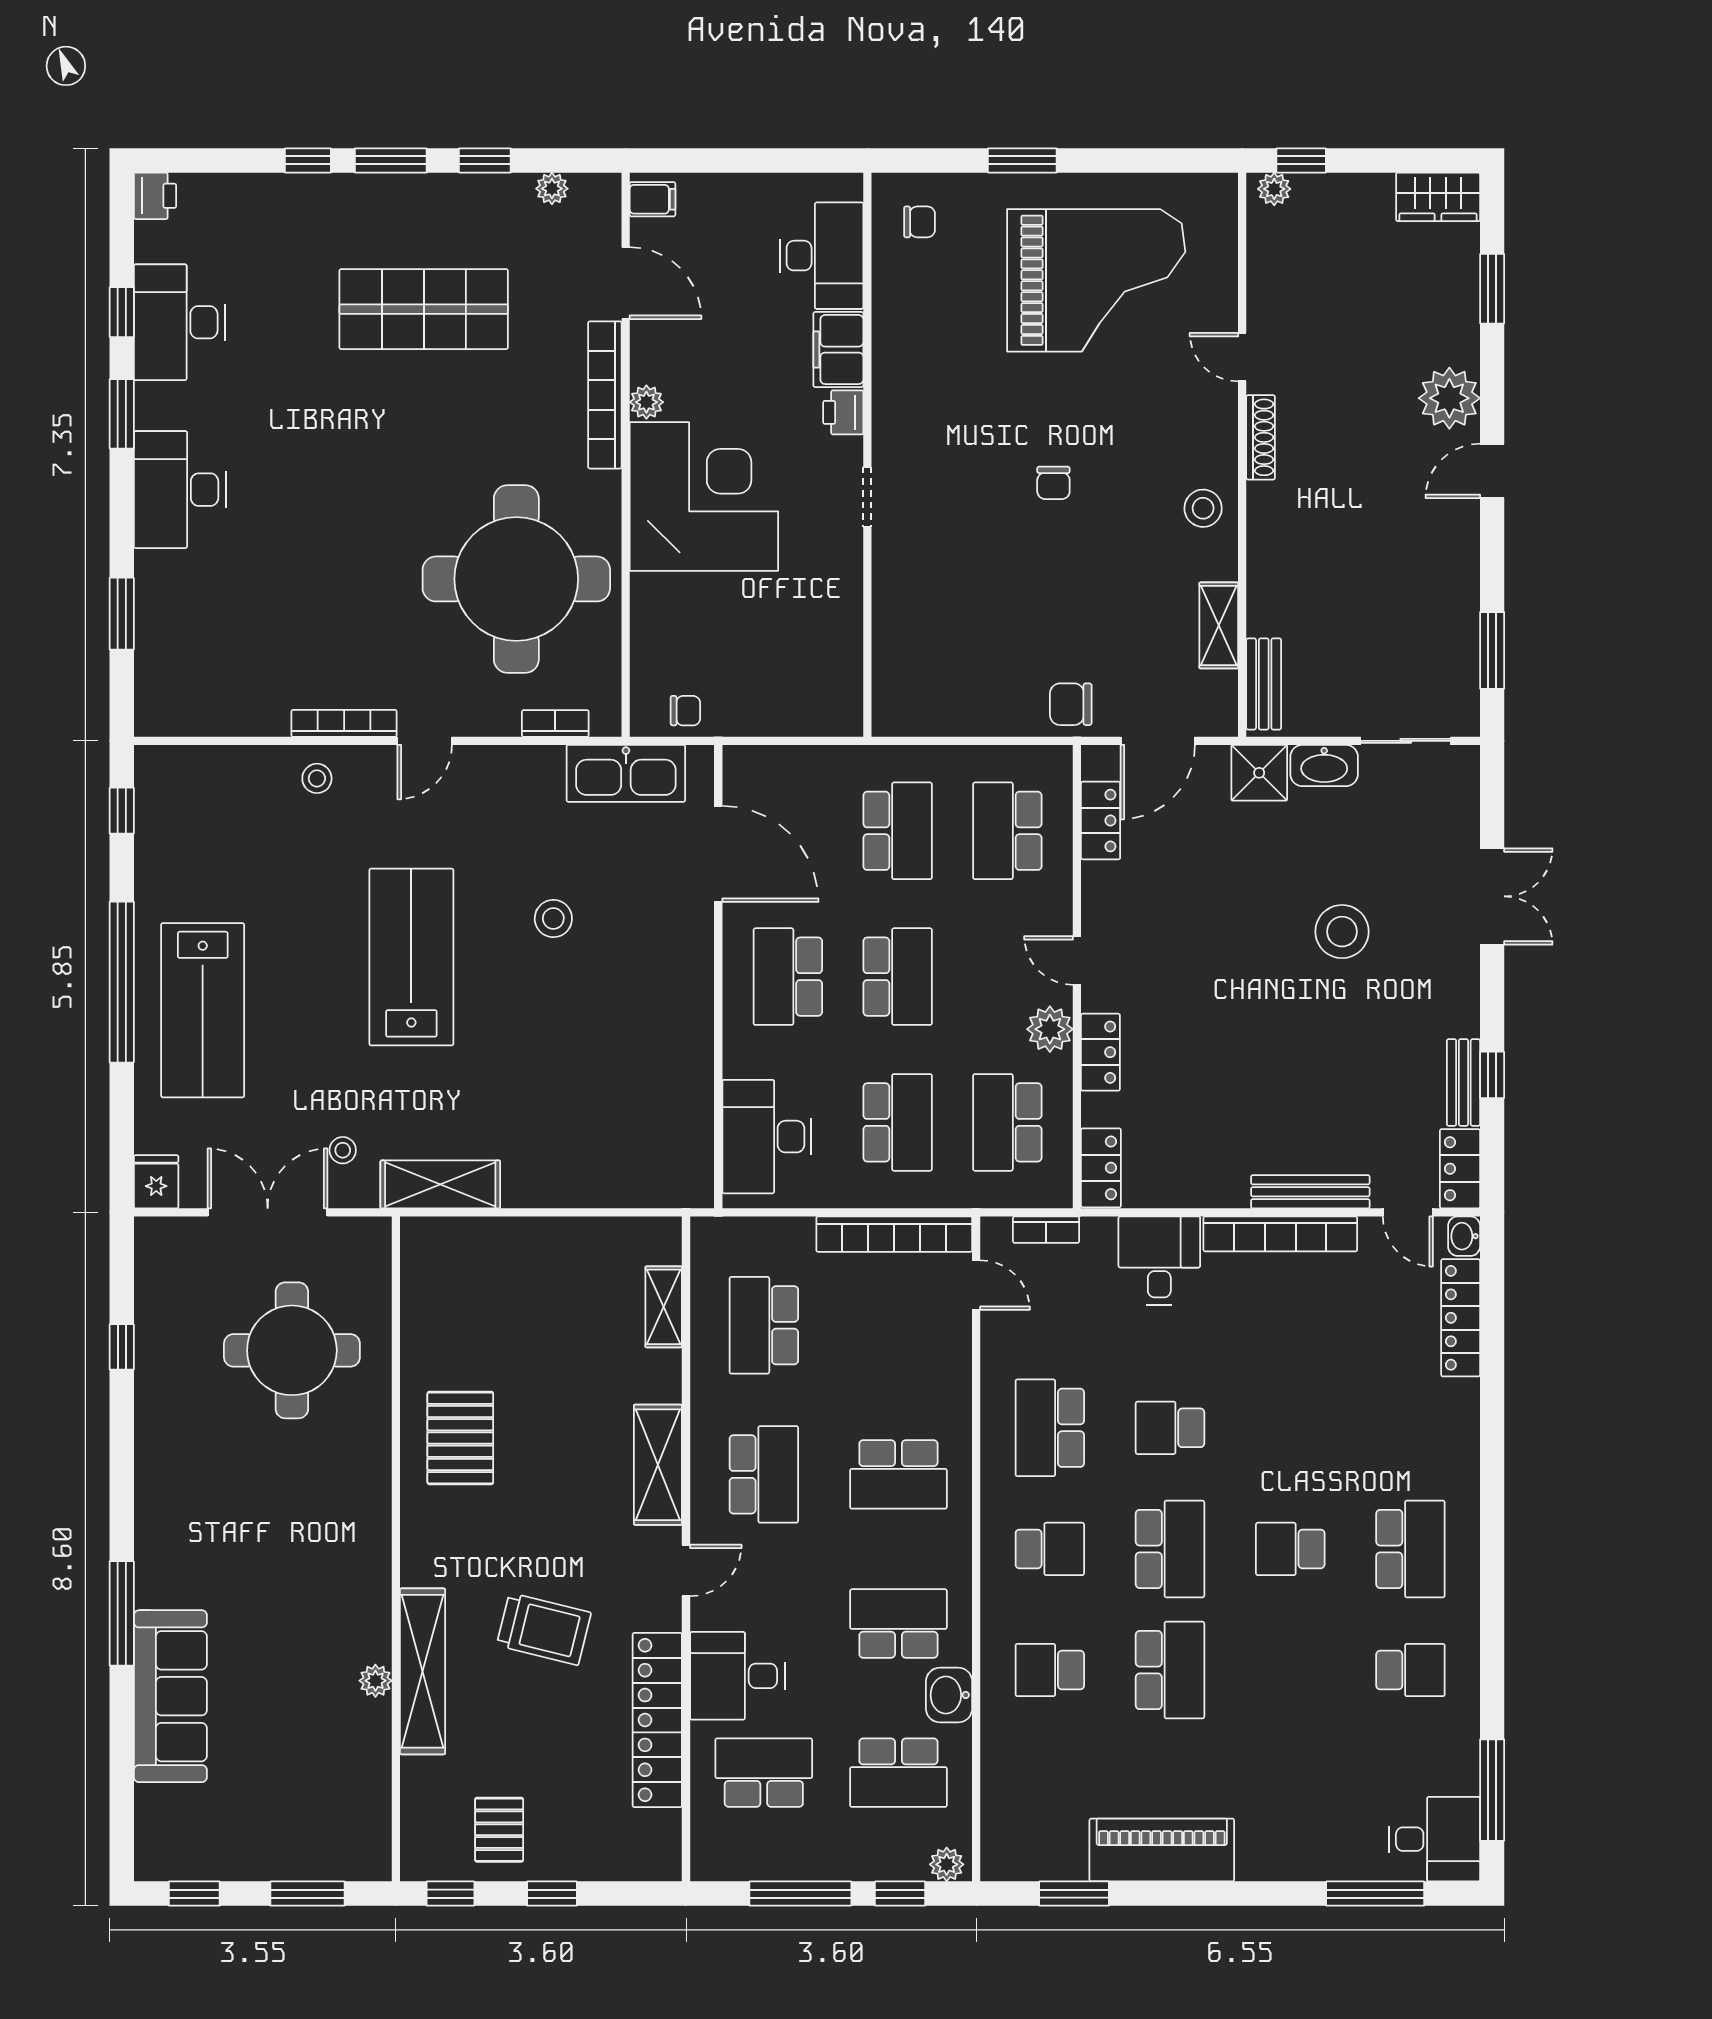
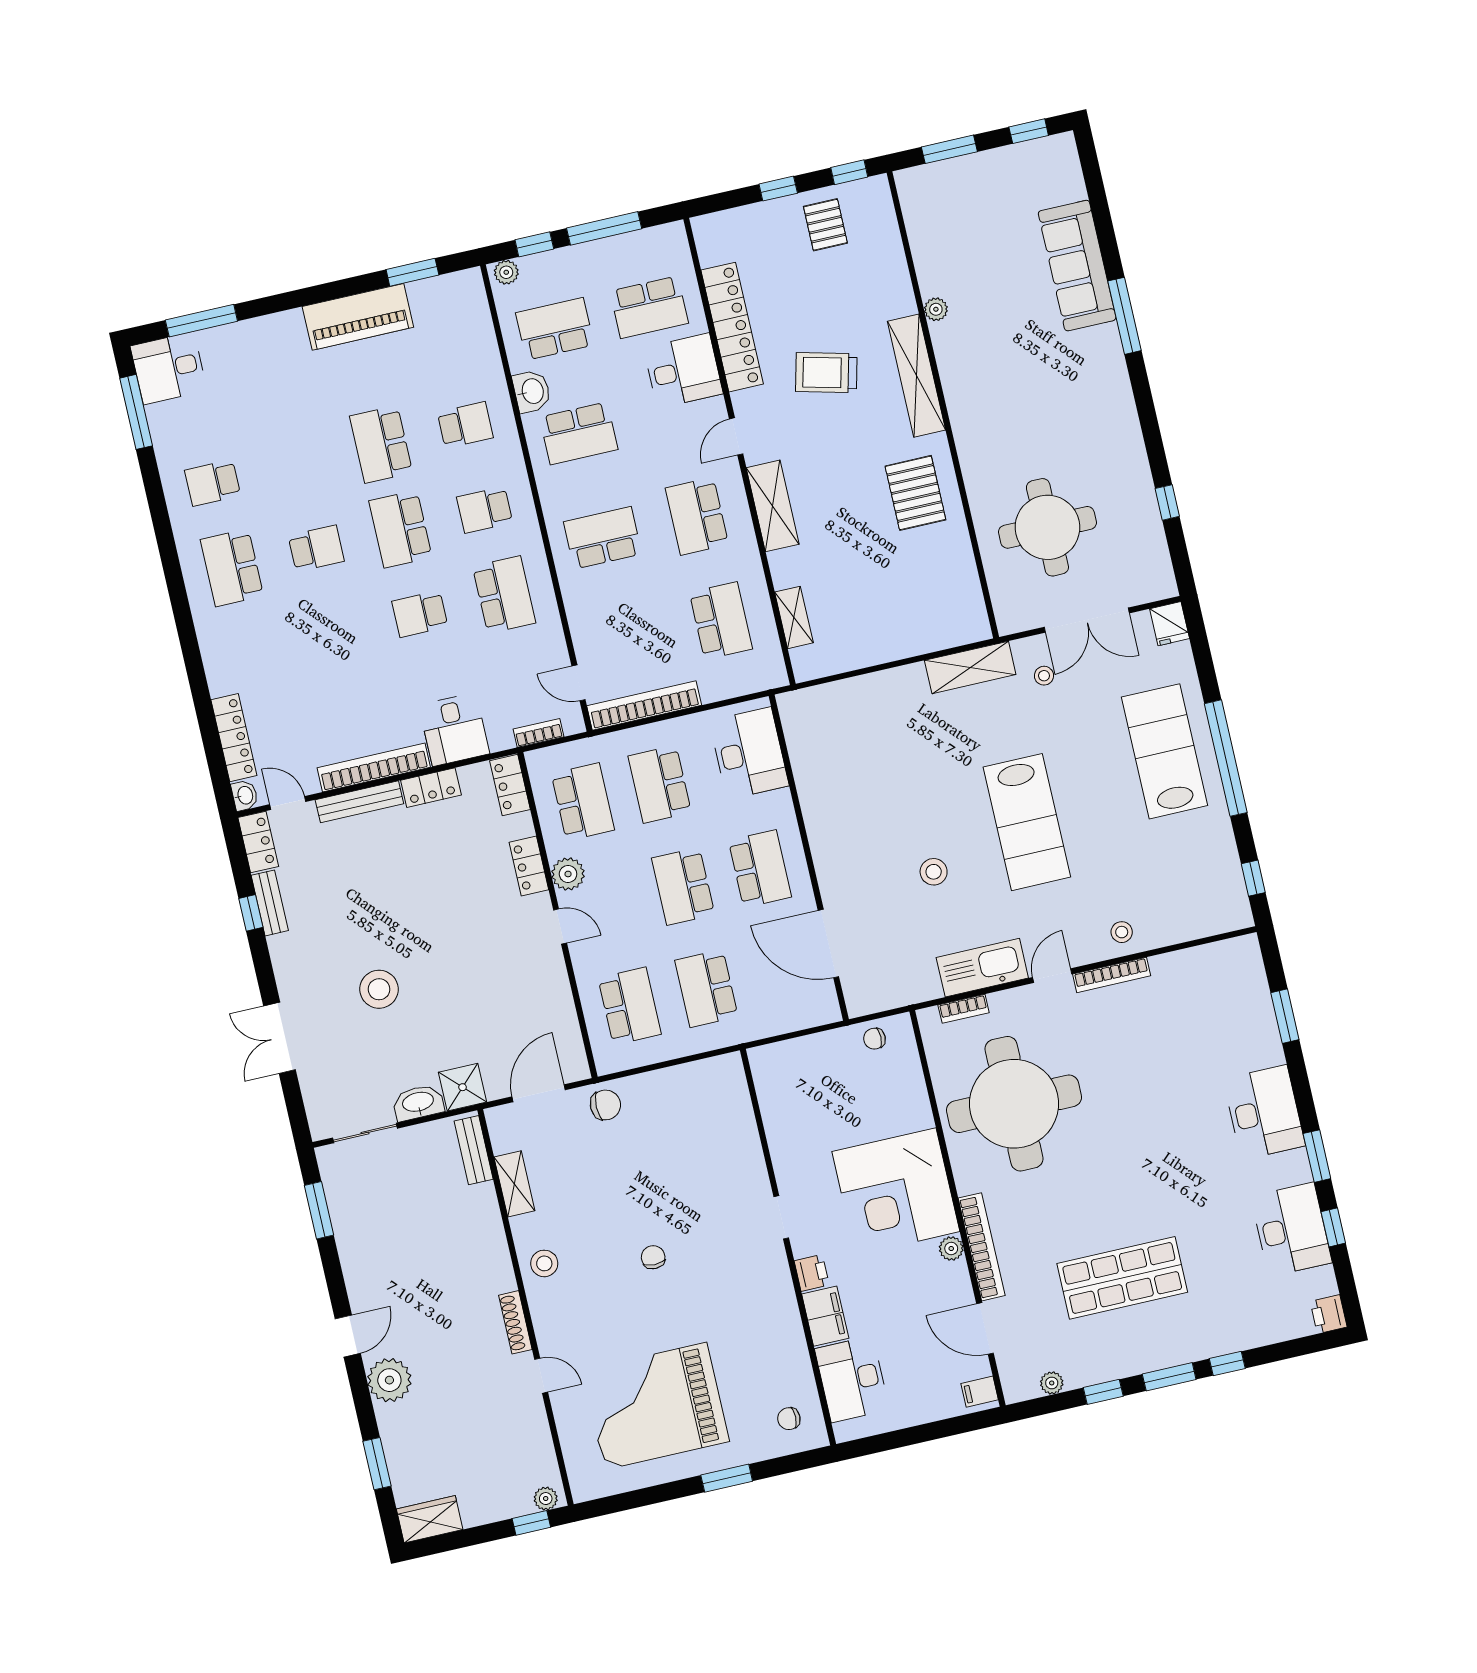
kitchen sink: (626, 773) -> (982, 968), moved
locker: (1101, 821) -> (431, 788), moved, turned -90
school desk: (1170, 1428) -> (420, 614), turned 180
shelving: (422, 1671) -> (916, 376), moved

